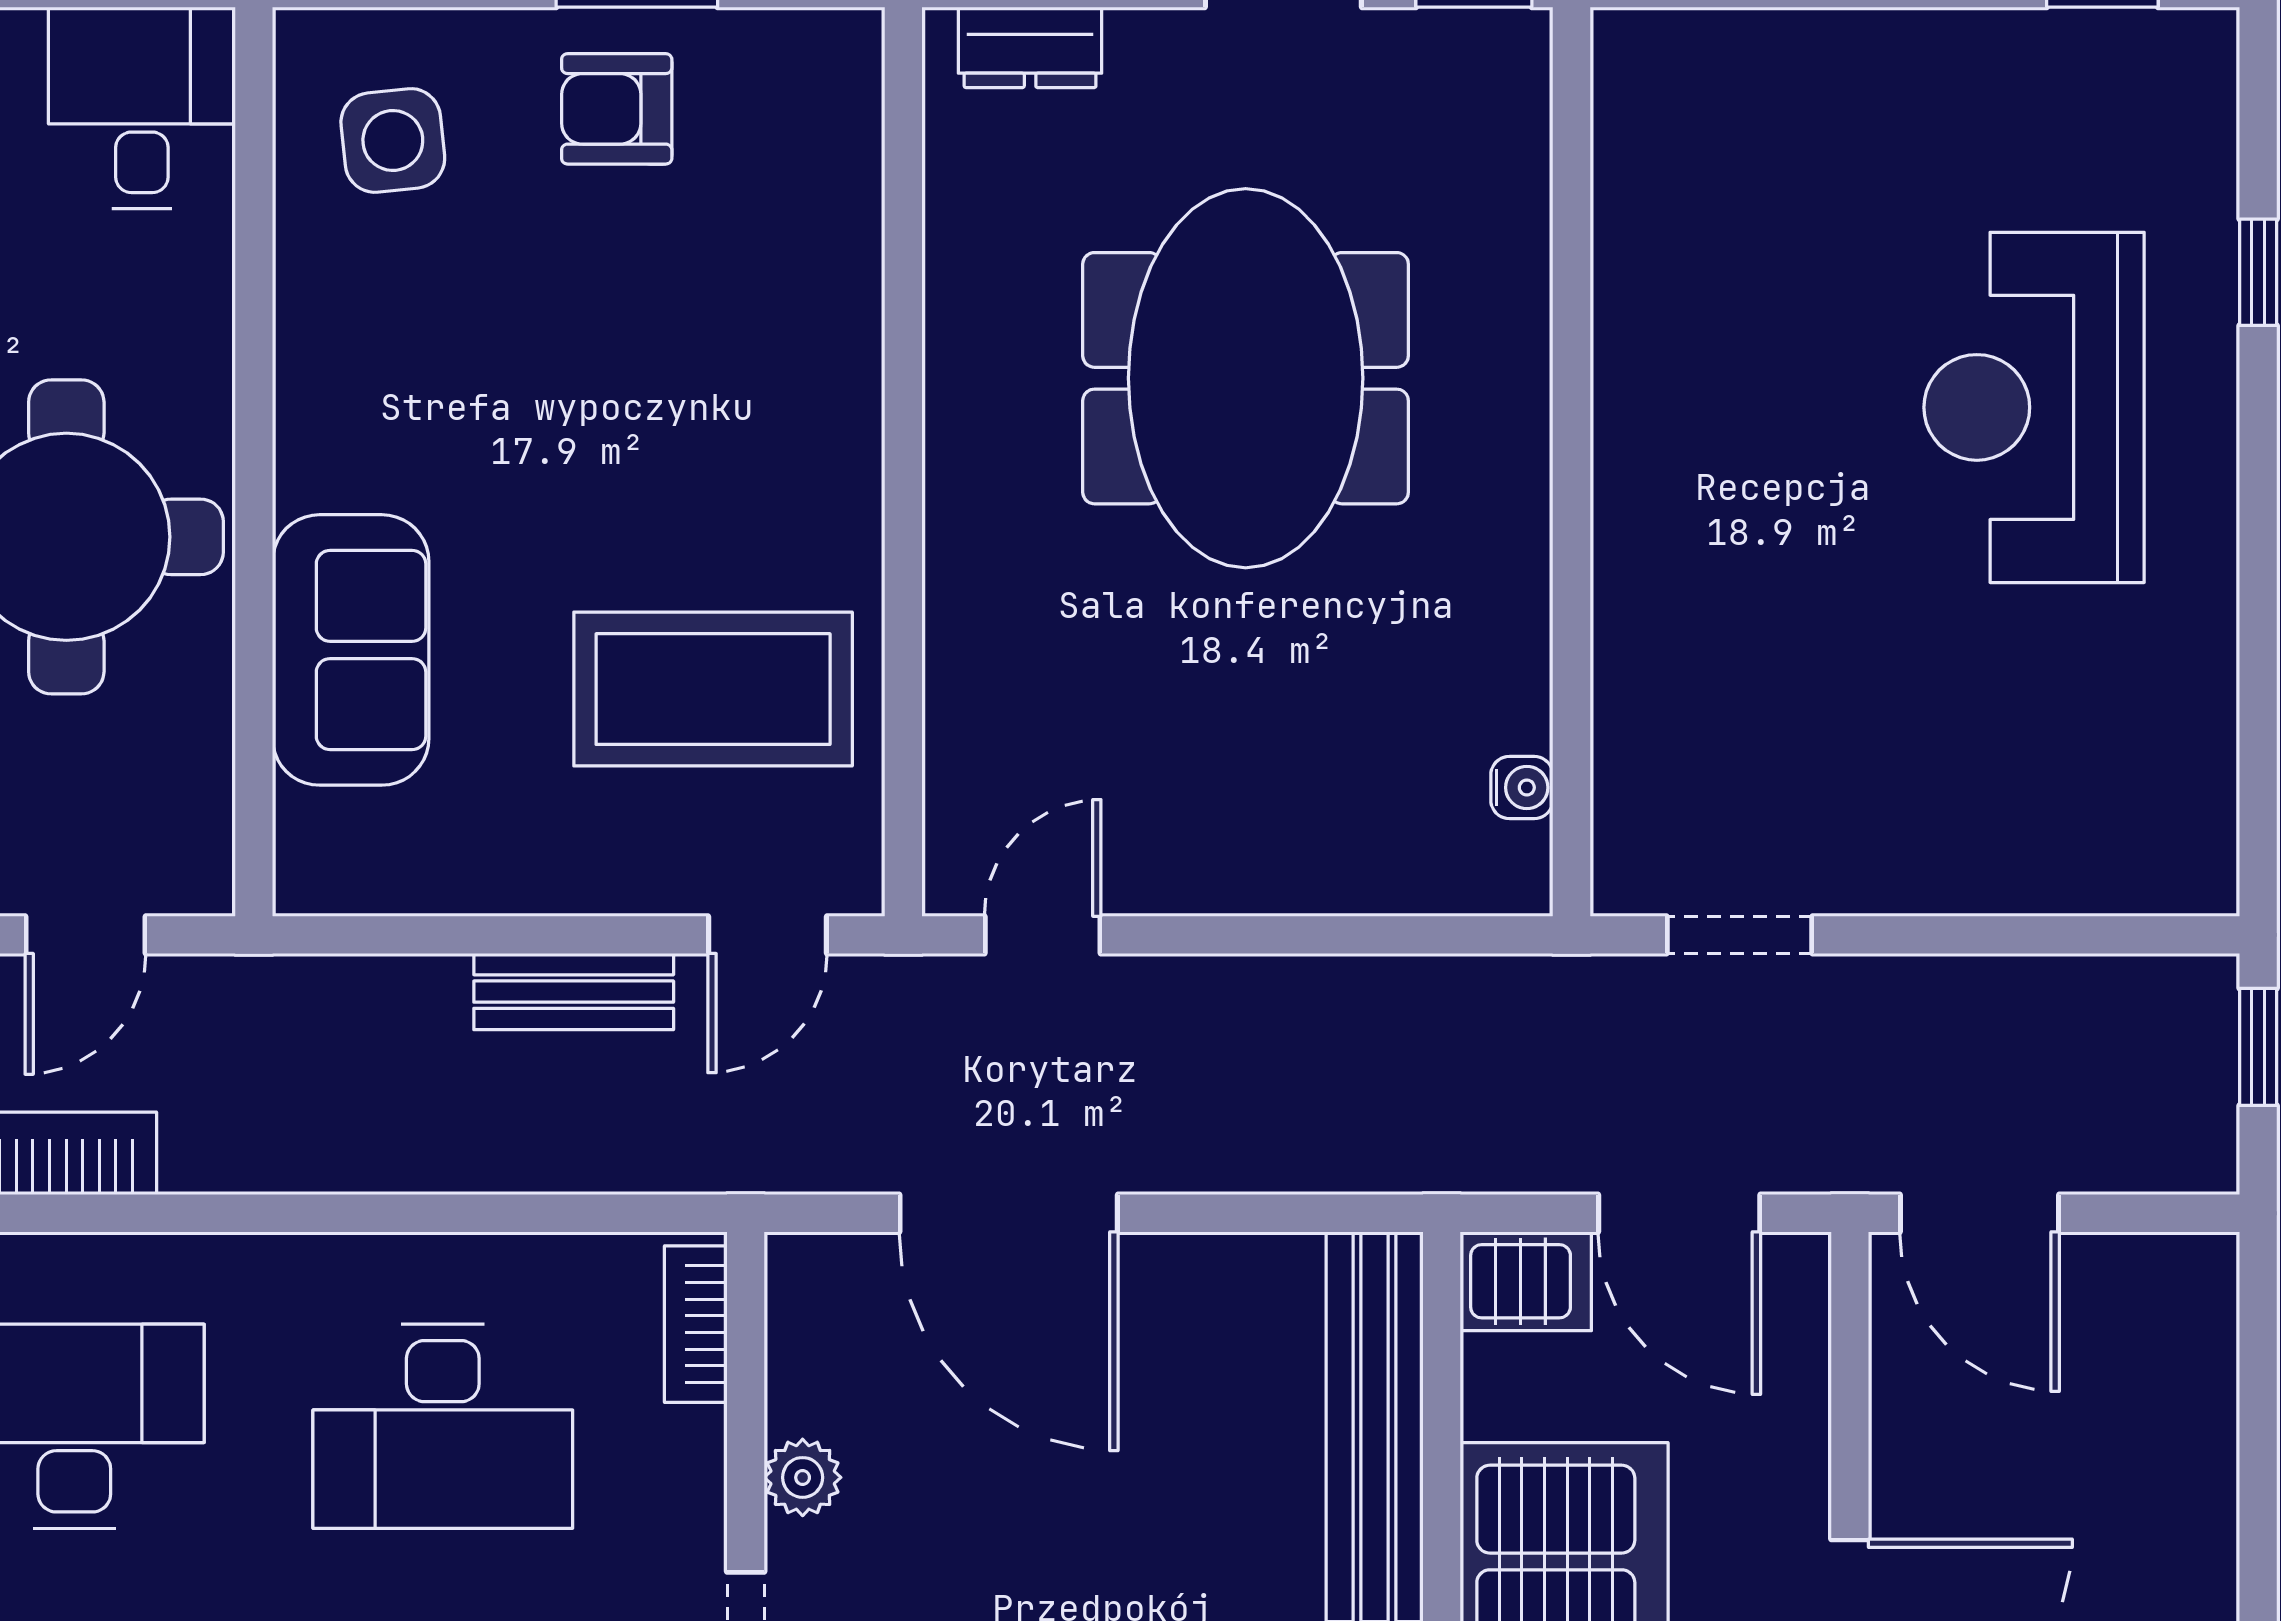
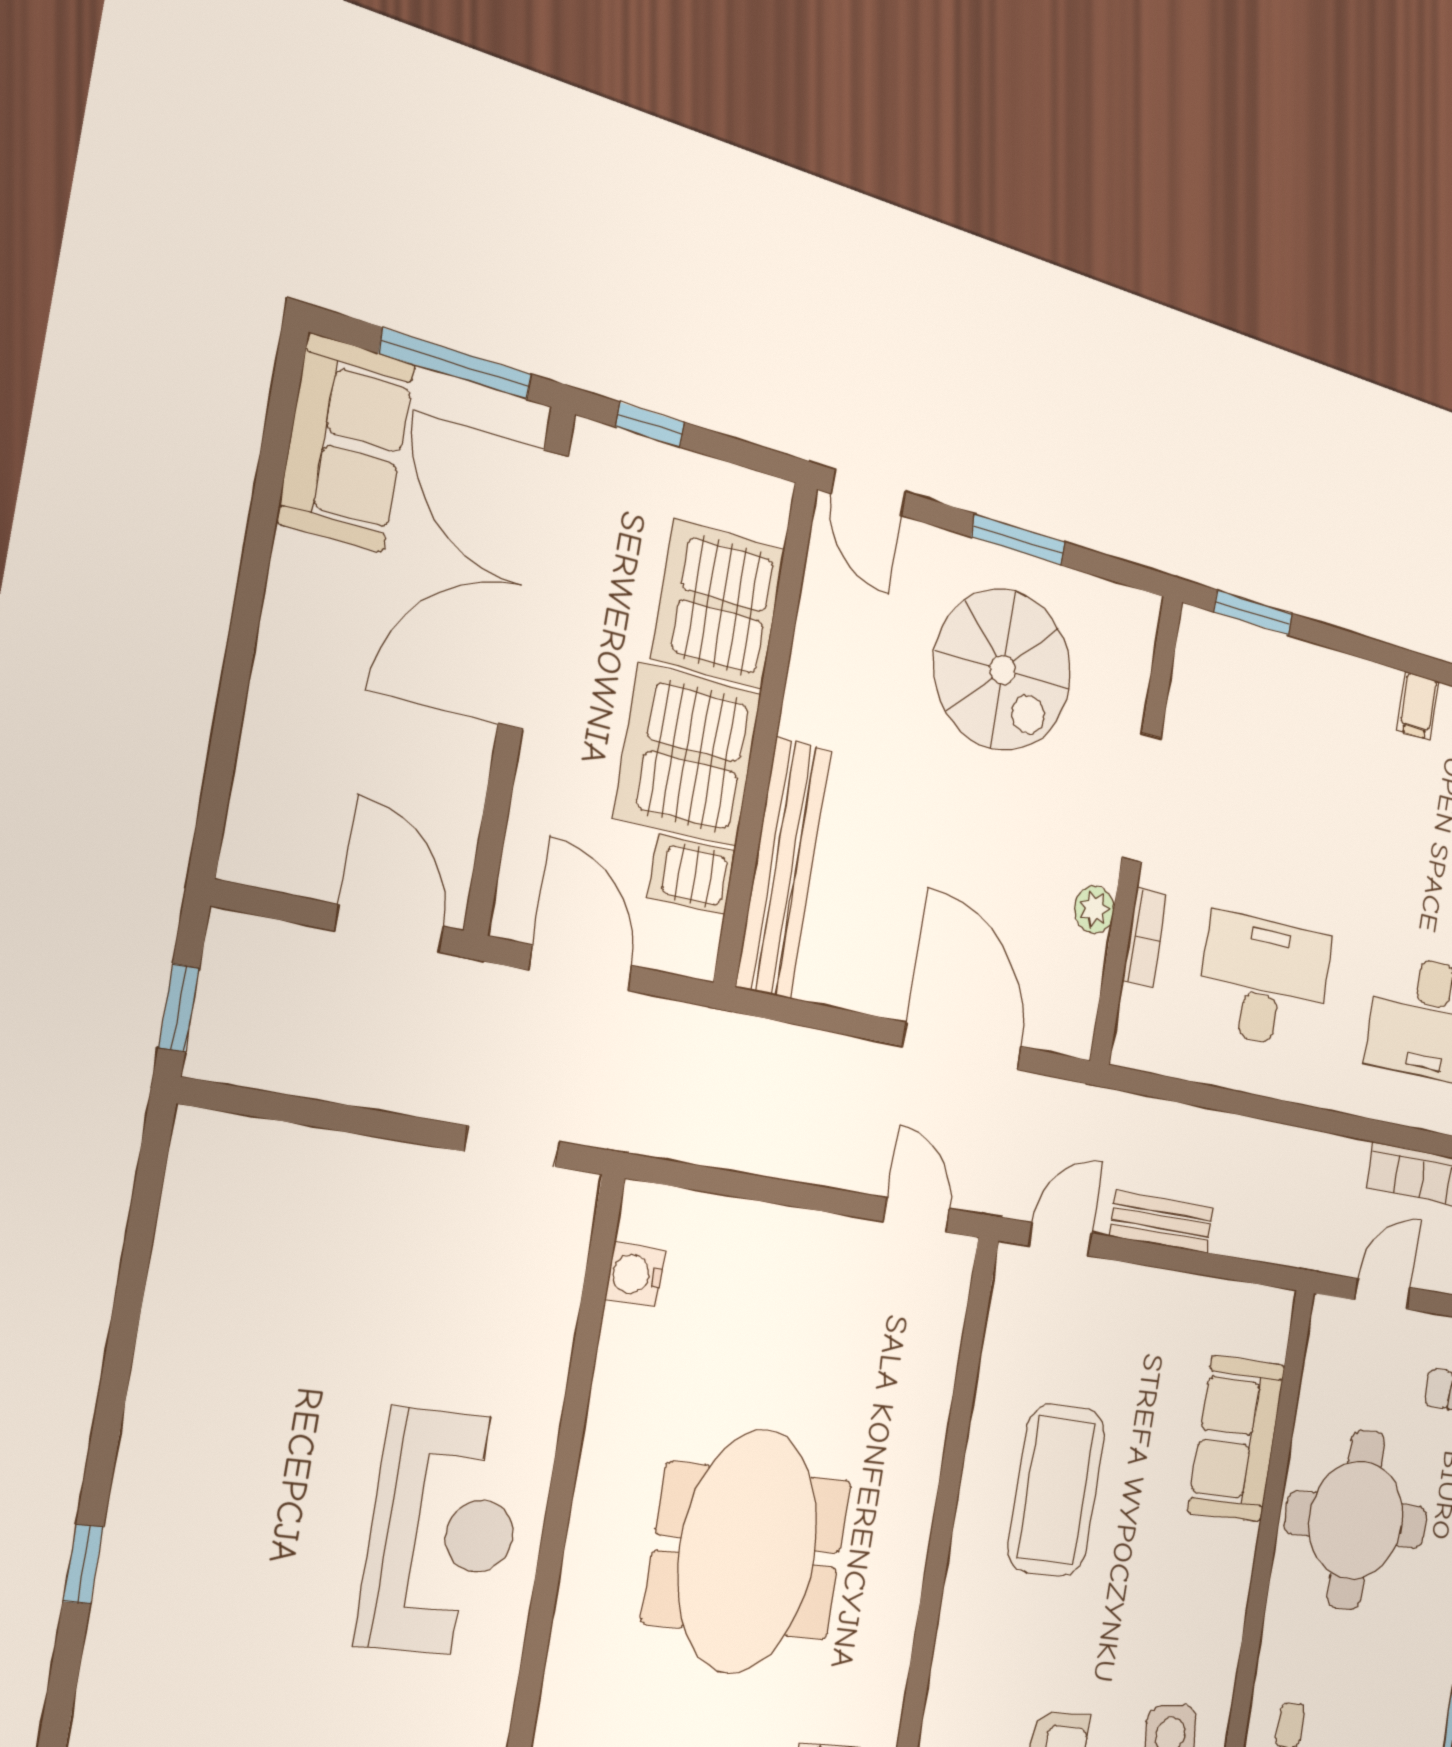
reception desk: (2034, 407) -> (443, 1532), moved
coffee table: (713, 689) -> (1056, 1490), moved, turned 90
water cooler: (1522, 788) -> (635, 1275), width x1.38, depth x1.38
door: (1043, 935) -> (917, 1215), swing flipped
server rack: (1526, 1281) -> (691, 875), moved
bookcase: (696, 1324) -> (1145, 938), moved

